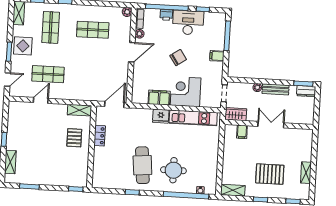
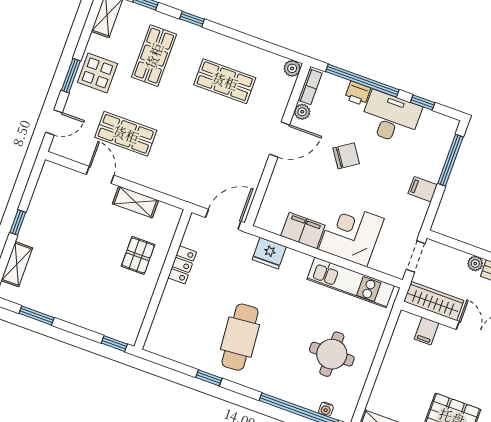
chair: (178, 58) -> (346, 156), moved
door: (41, 100) -> (100, 175), hinge flipped
shelving: (79, 110) -> (135, 202), moved
wardrobe: (236, 114) -> (434, 301), width x1.50
fridge: (161, 116) -> (269, 253), moved
round table: (173, 170) -> (332, 354), moved

